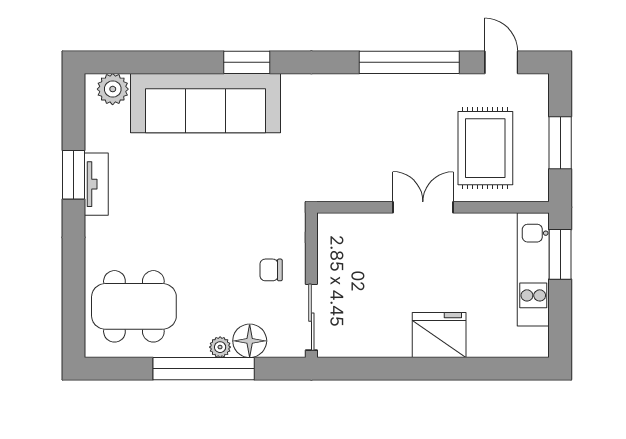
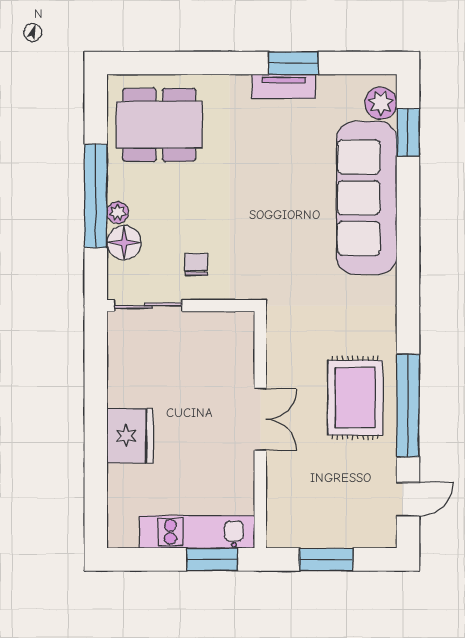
window: (247, 62) -> (408, 132), moved
rug: (485, 148) -> (355, 398), moved, turned 90
dining table: (134, 306) -> (159, 125), turned 90

